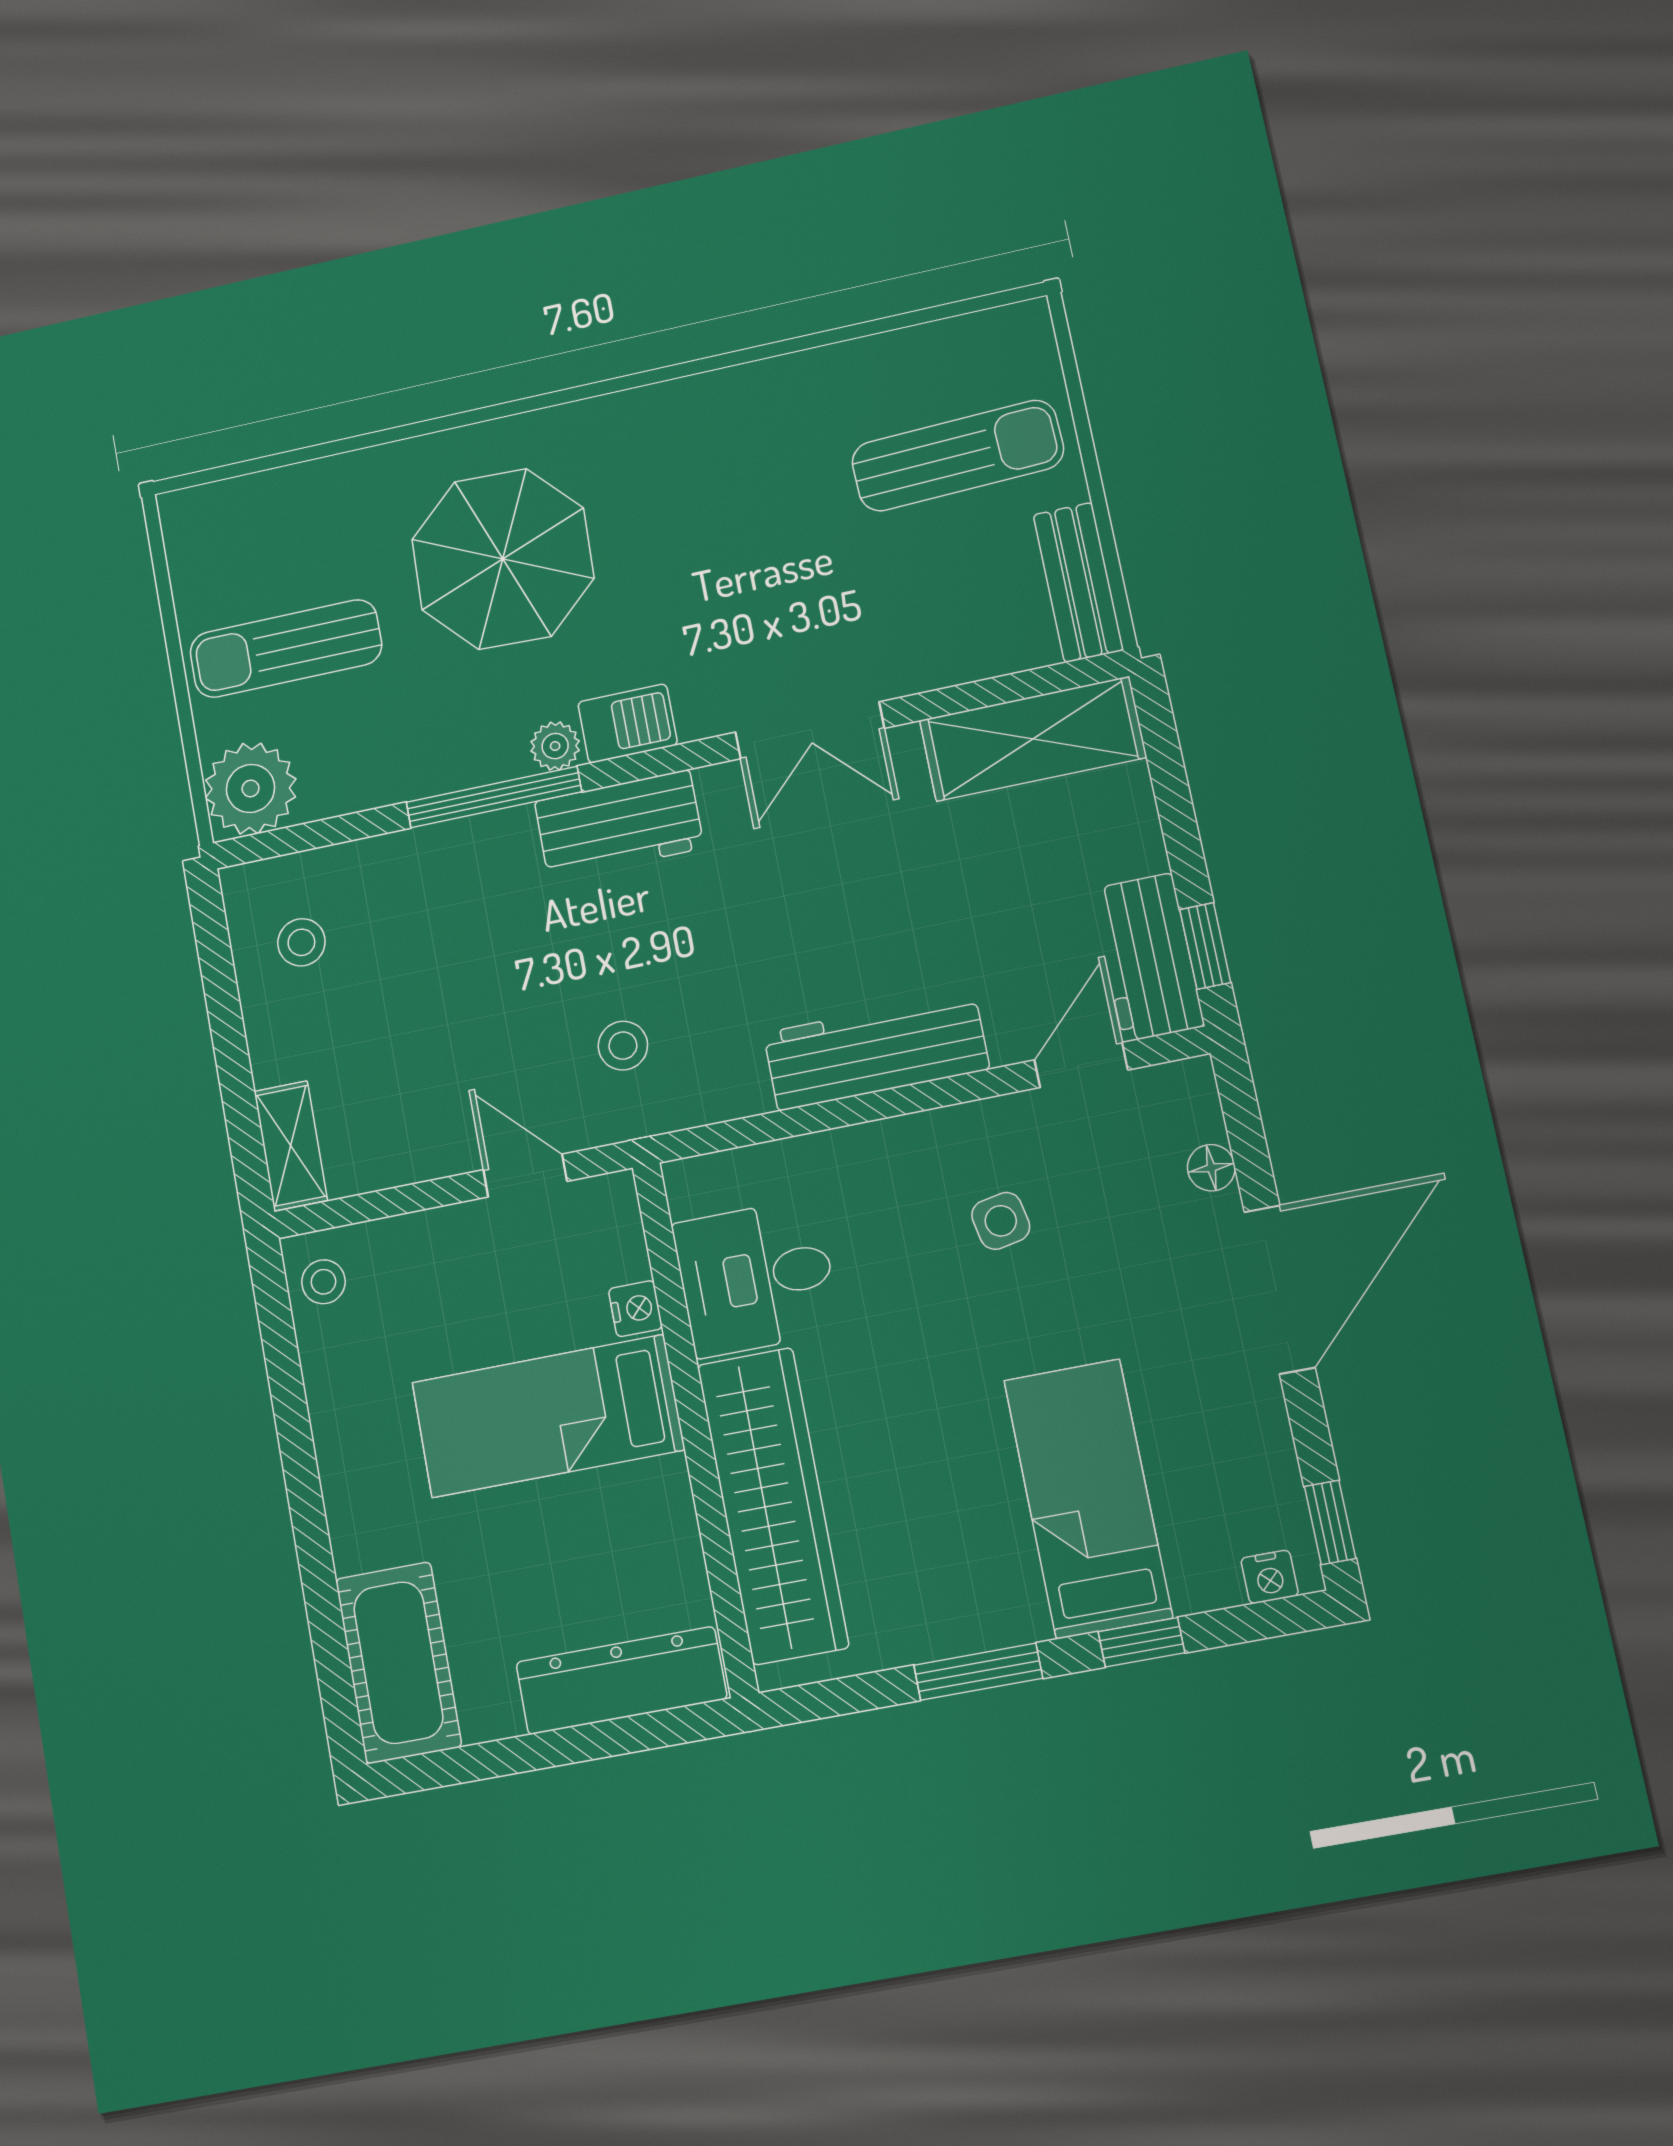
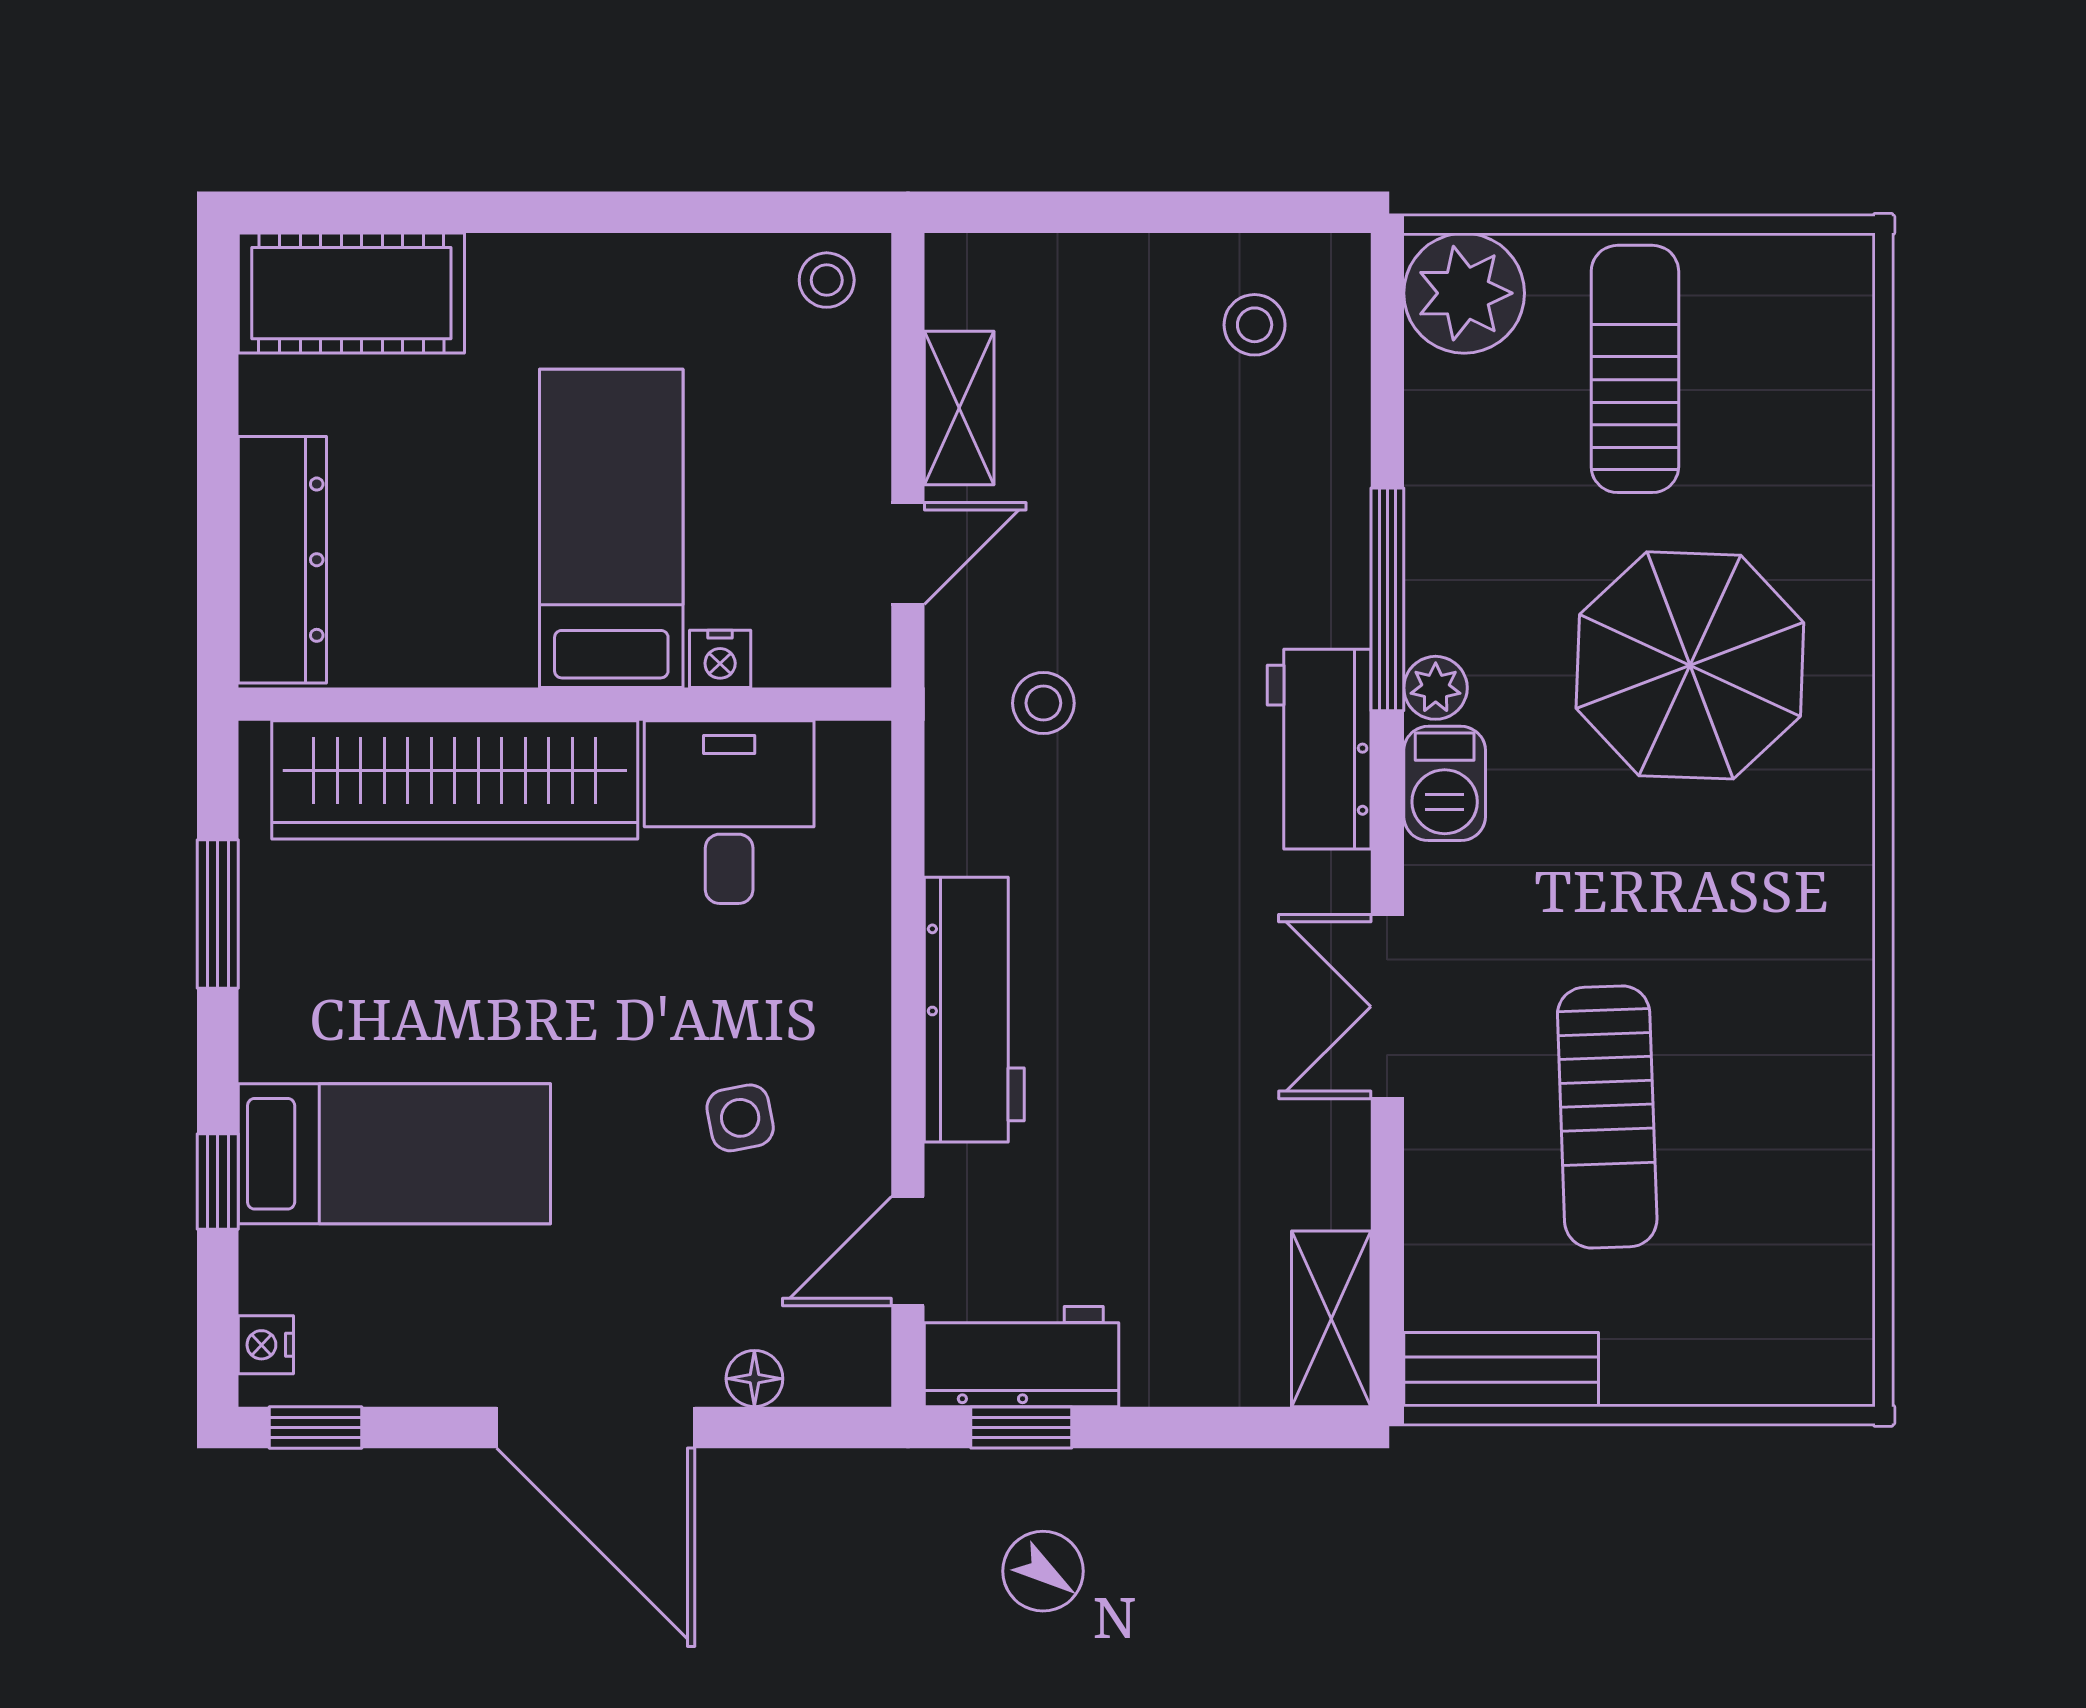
sun lounger: (958, 456) -> (1607, 1117), moved
shelving: (1033, 739) -> (1331, 1319), width x0.67, depth x0.75
door: (1081, 1065) -> (908, 1251), swing flipped
shelving: (291, 1146) -> (959, 408), moved, turned 90
window: (978, 1672) -> (218, 914), moved

